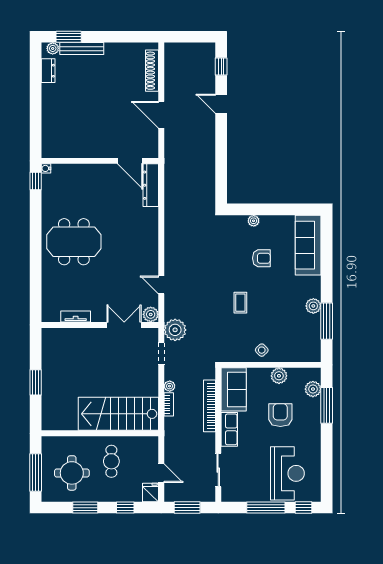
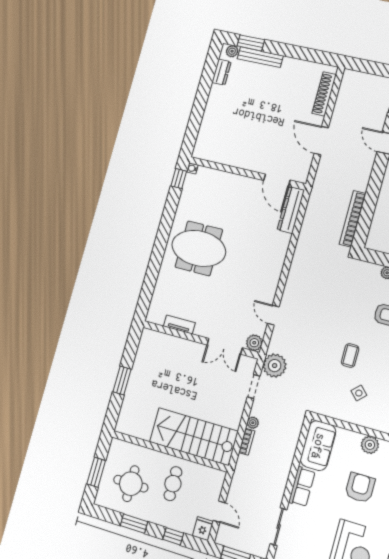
double door: (124, 325) -> (225, 346), swing flipped
side table: (262, 350) -> (359, 393), moved
bookcase: (209, 406) -> (353, 219), moved
window: (36, 473) -> (96, 472), width x0.69

